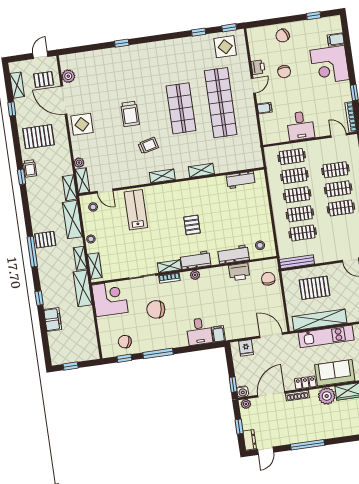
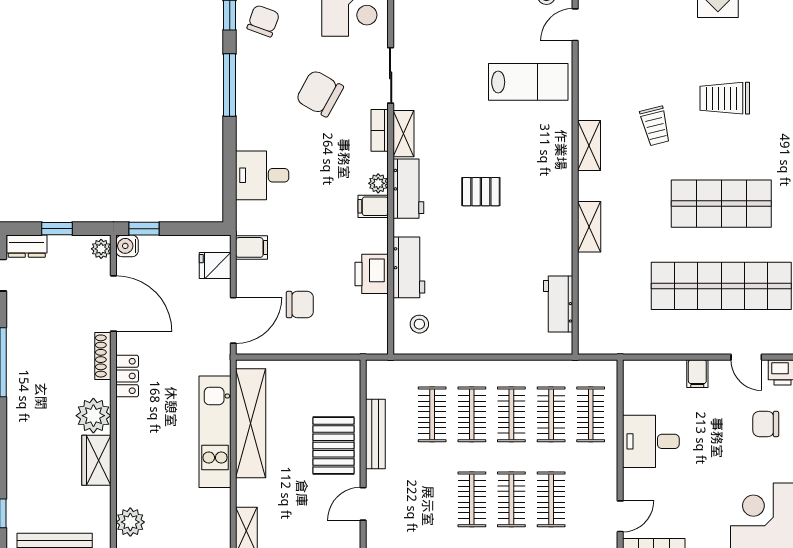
bench: (297, 262) -> (375, 434), moved
filing cabinet: (206, 276) -> (373, 206), added
chair: (268, 279) -> (300, 305), moved
pallet: (314, 288) -> (333, 446), moved
chair: (156, 309) -> (320, 93), turned -71
filing cabinet: (218, 334) -> (252, 247), moved
sofa: (335, 373) -> (138, 439), removed

